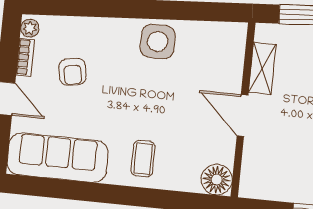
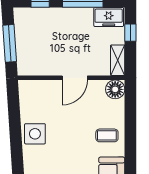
shelving: (262, 68) -> (118, 60), moved, turned 90

